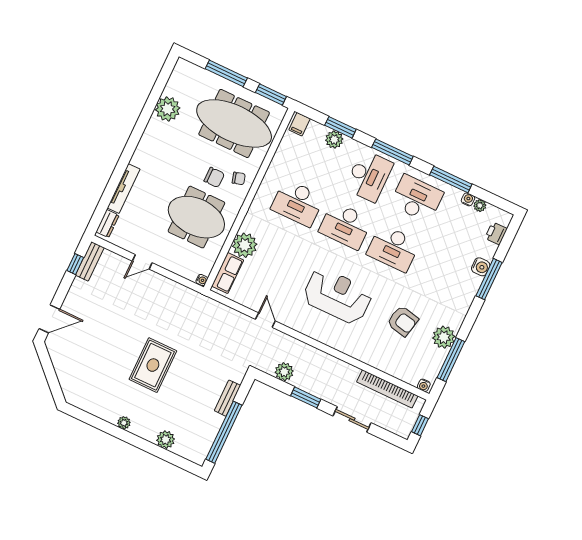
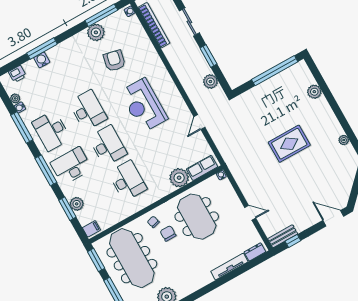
bench: (227, 398) -> (257, 90), removed
plant: (124, 423) -> (344, 140), moved

